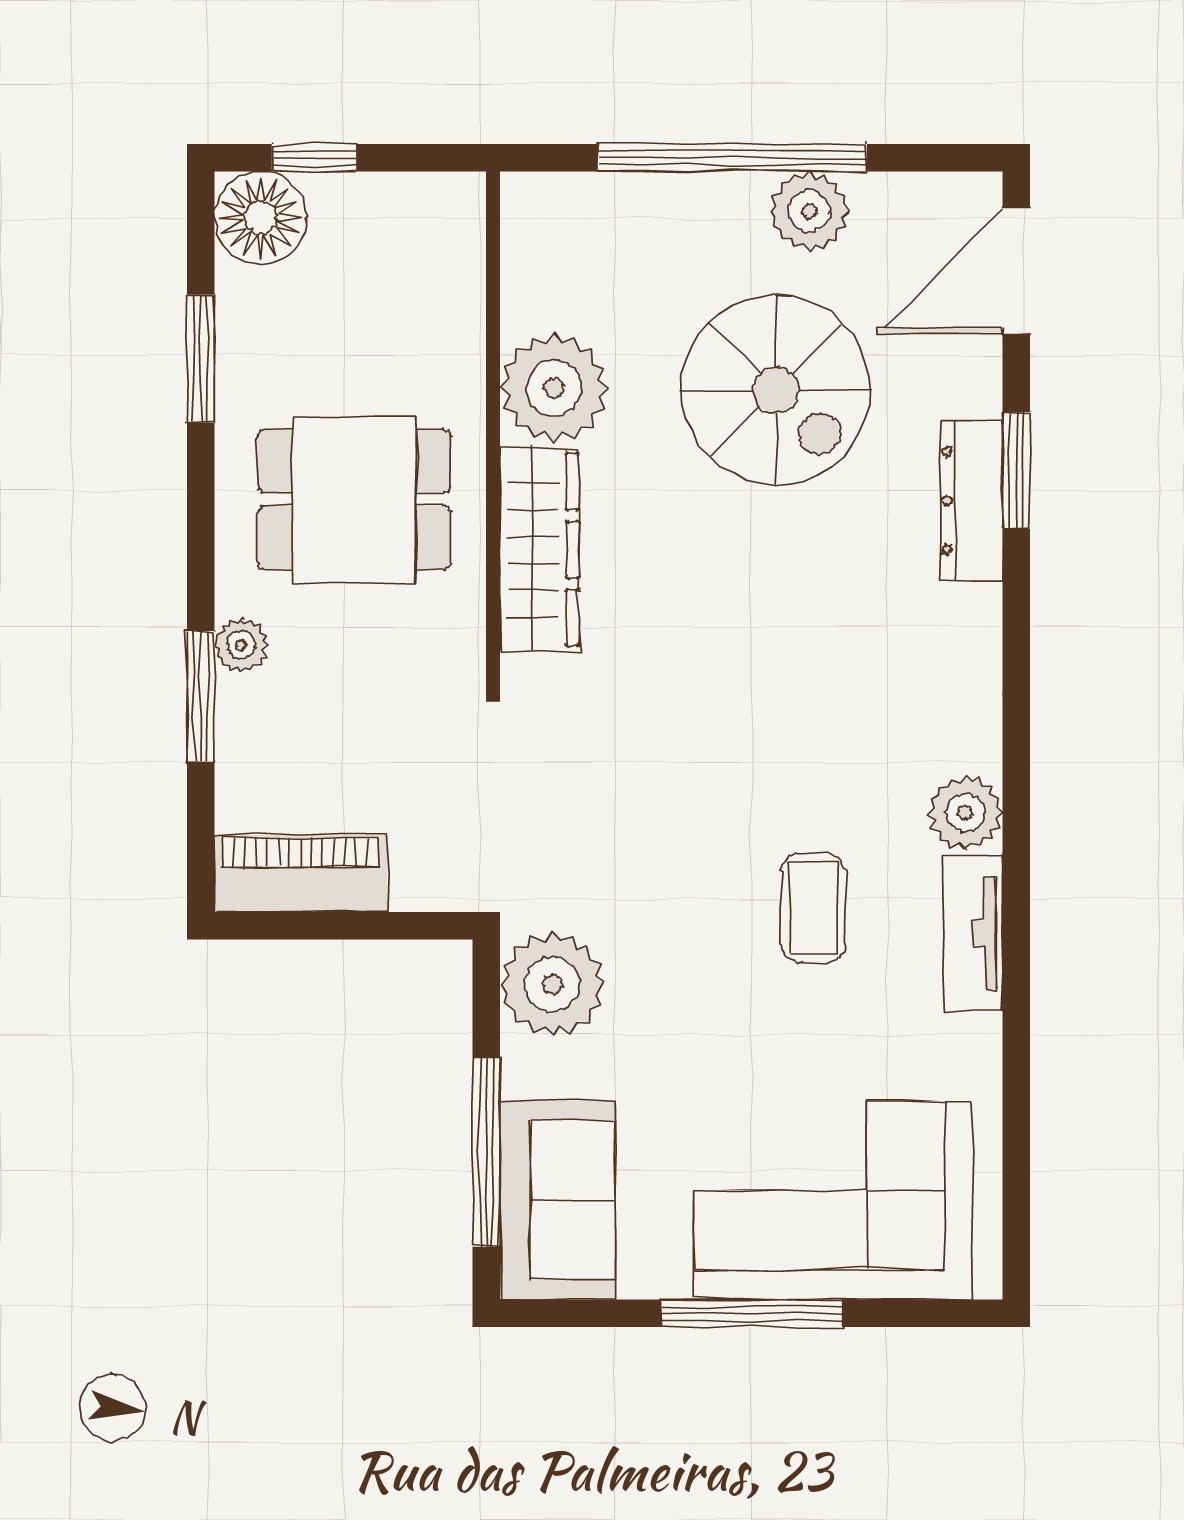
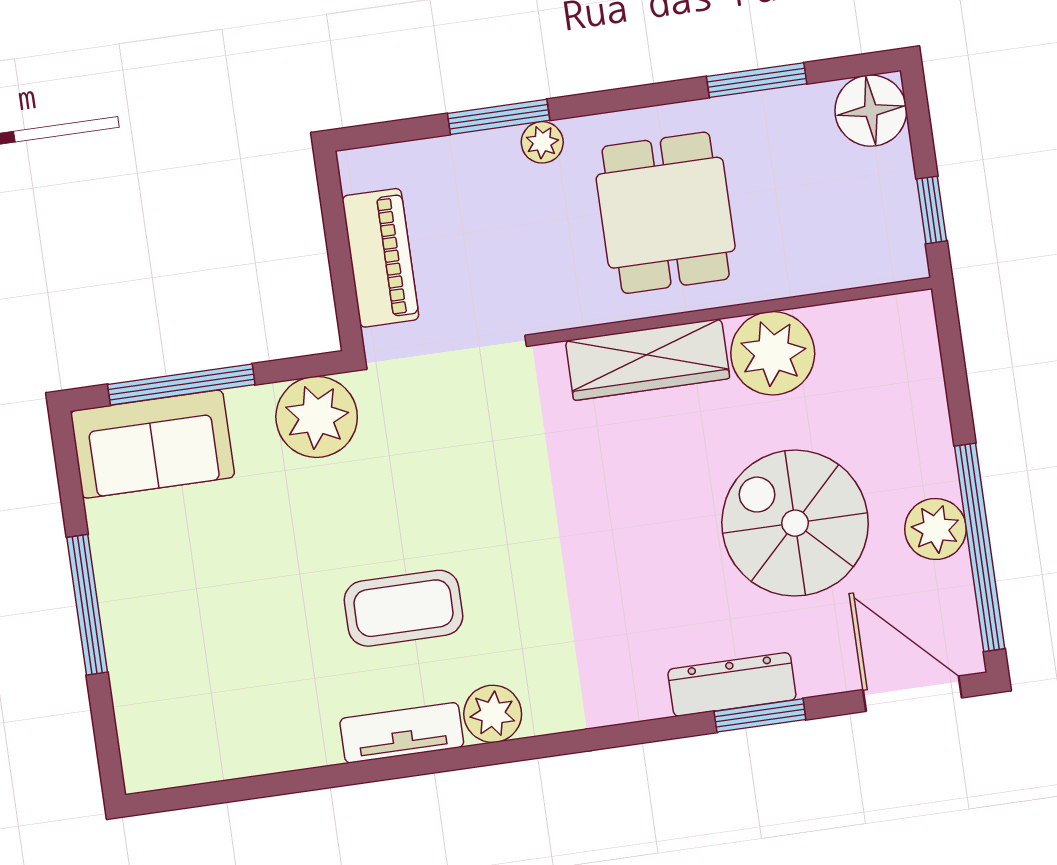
window: (314, 158) -> (932, 210), moved
window: (732, 158) -> (980, 547), moved
spiral stairs: (776, 390) -> (795, 523), turned 90
piano: (301, 874) -> (380, 258), moved
coffee table: (814, 908) -> (403, 608), width x1.36, depth x1.30
corner sofa: (834, 1200) -> (182, 655), removed

